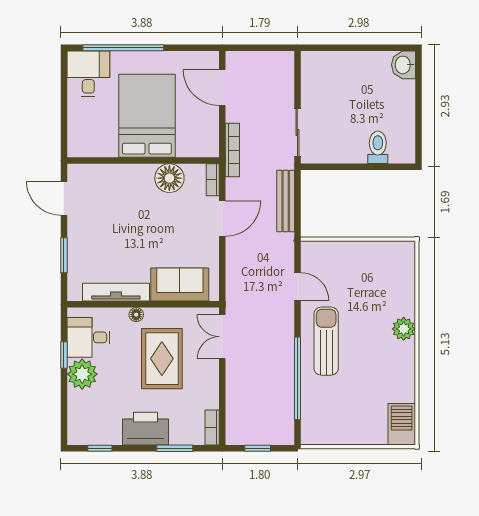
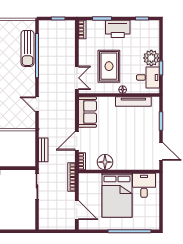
desk: (88, 74) -> (144, 185), moved, turned 180
bench: (286, 201) -> (43, 150), width x0.73
sofa: (180, 285) -> (87, 112), moved, turned -90
sun lounger: (326, 341) -> (27, 48), moved

